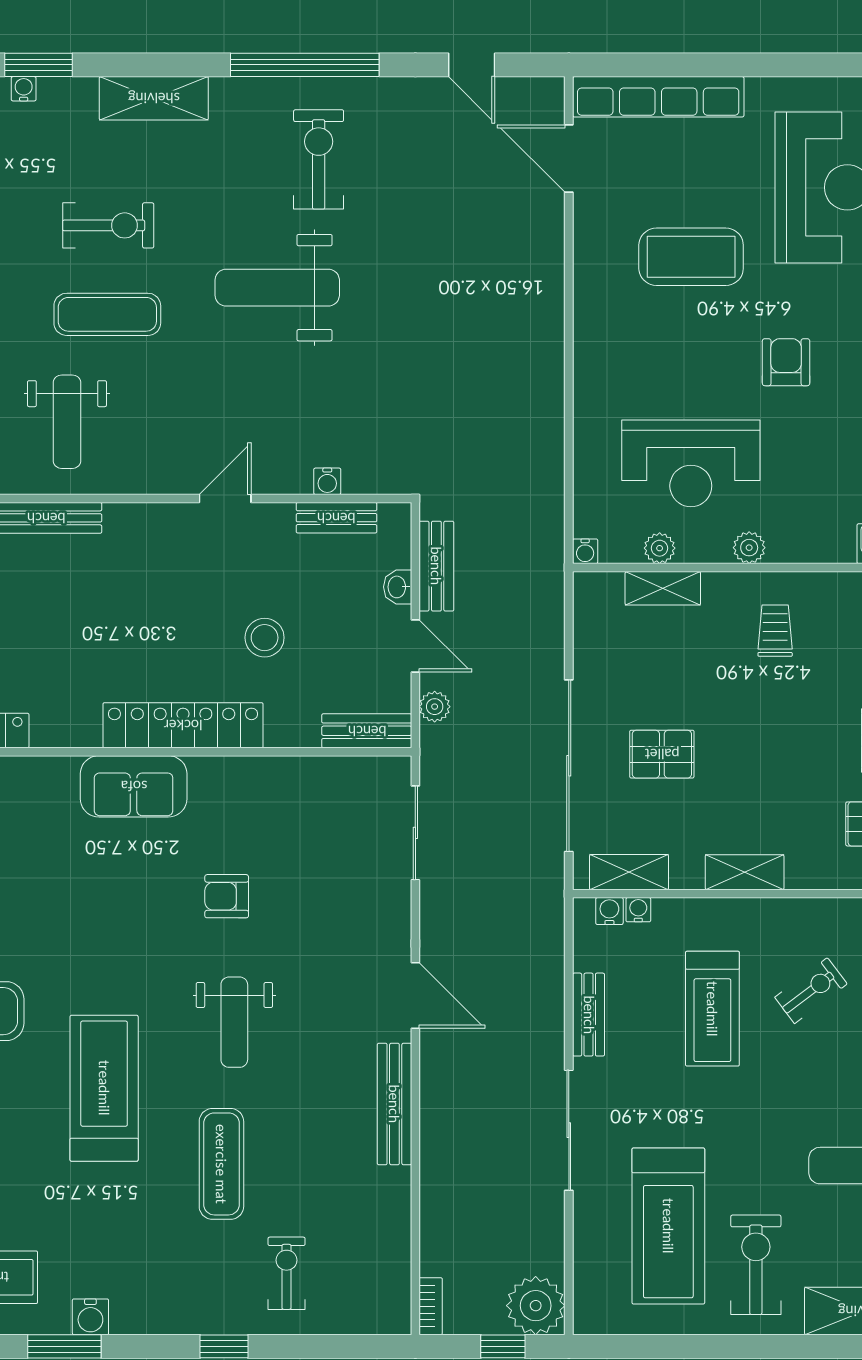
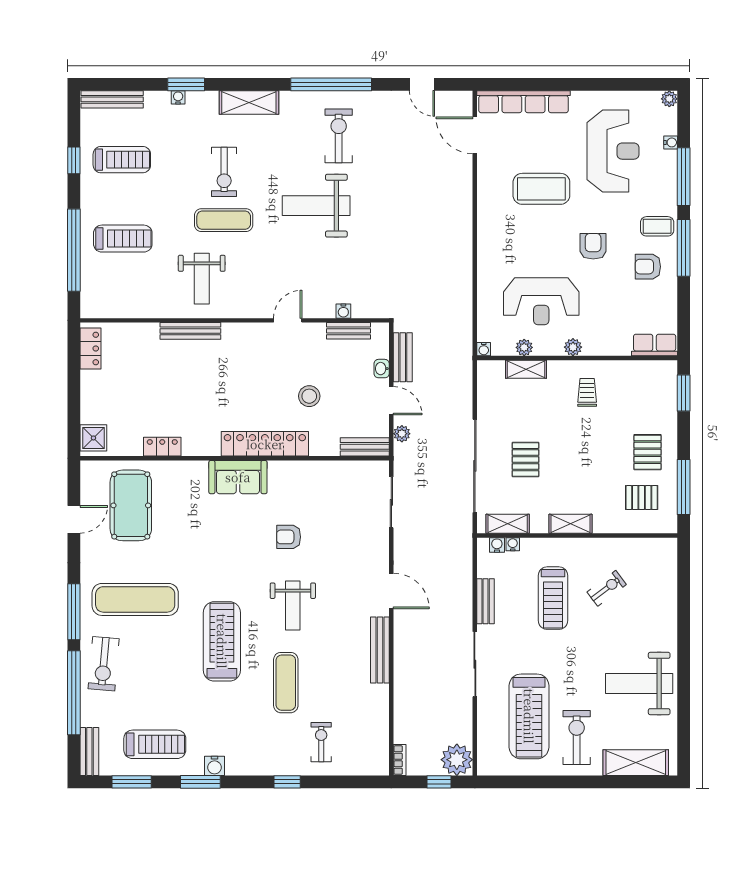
exercise bike: (108, 225) -> (224, 172), turned 90
pallet: (662, 754) -> (525, 460), turned 90

